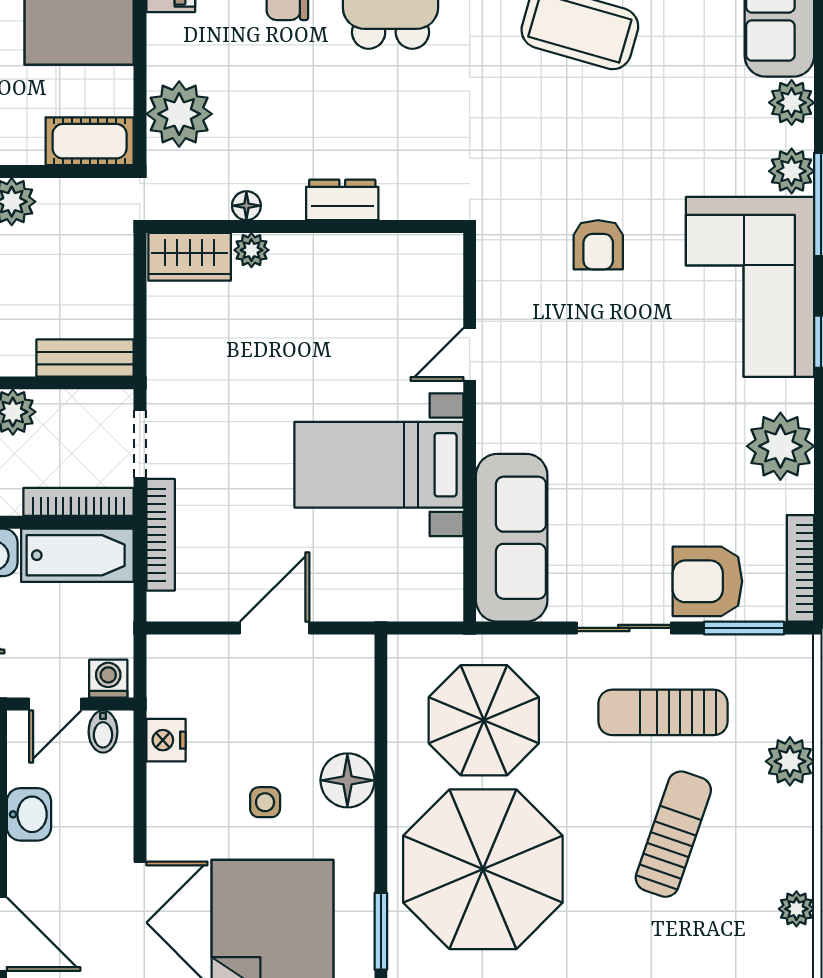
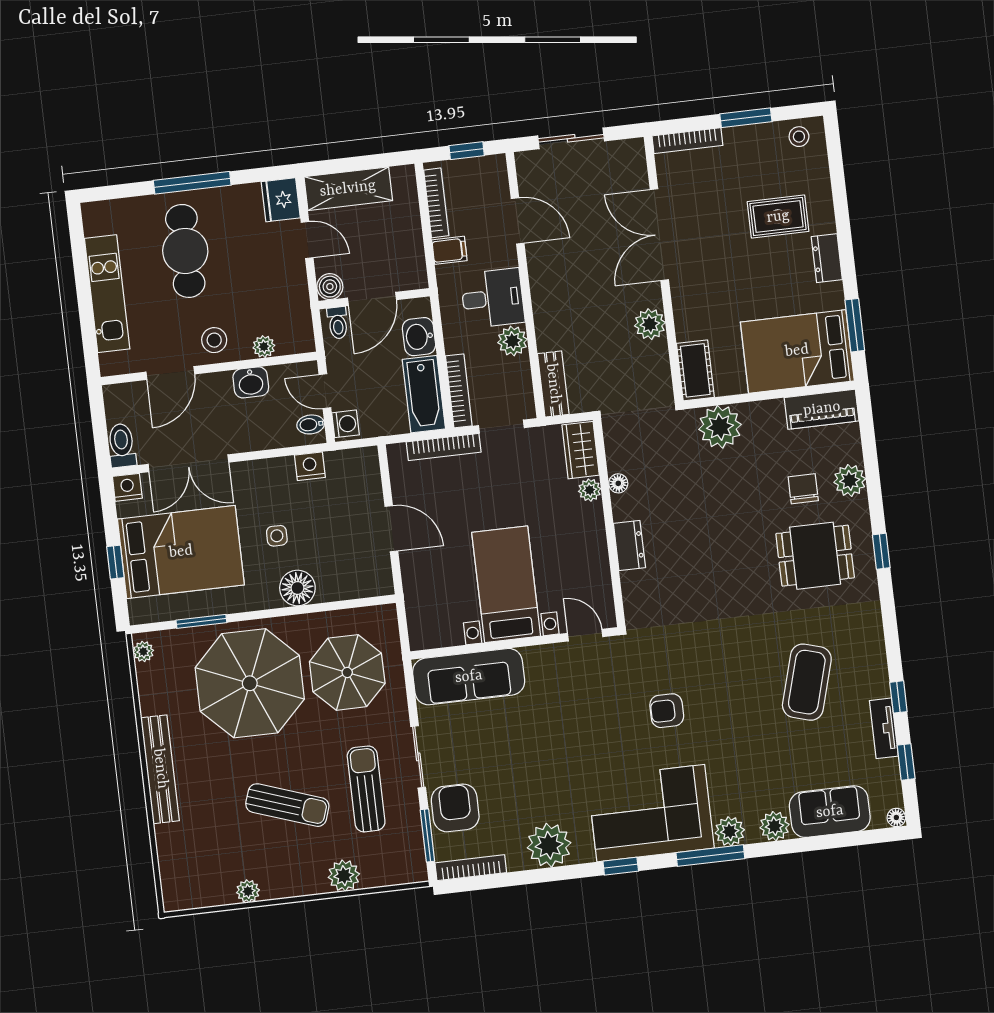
dresser: (342, 200) -> (629, 546), moved
floor lamp: (246, 206) -> (618, 483), moved
wall: (305, 226) -> (609, 523), moved
plant: (251, 250) -> (590, 490), moved
wardrobe: (190, 257) -> (581, 450), moved

